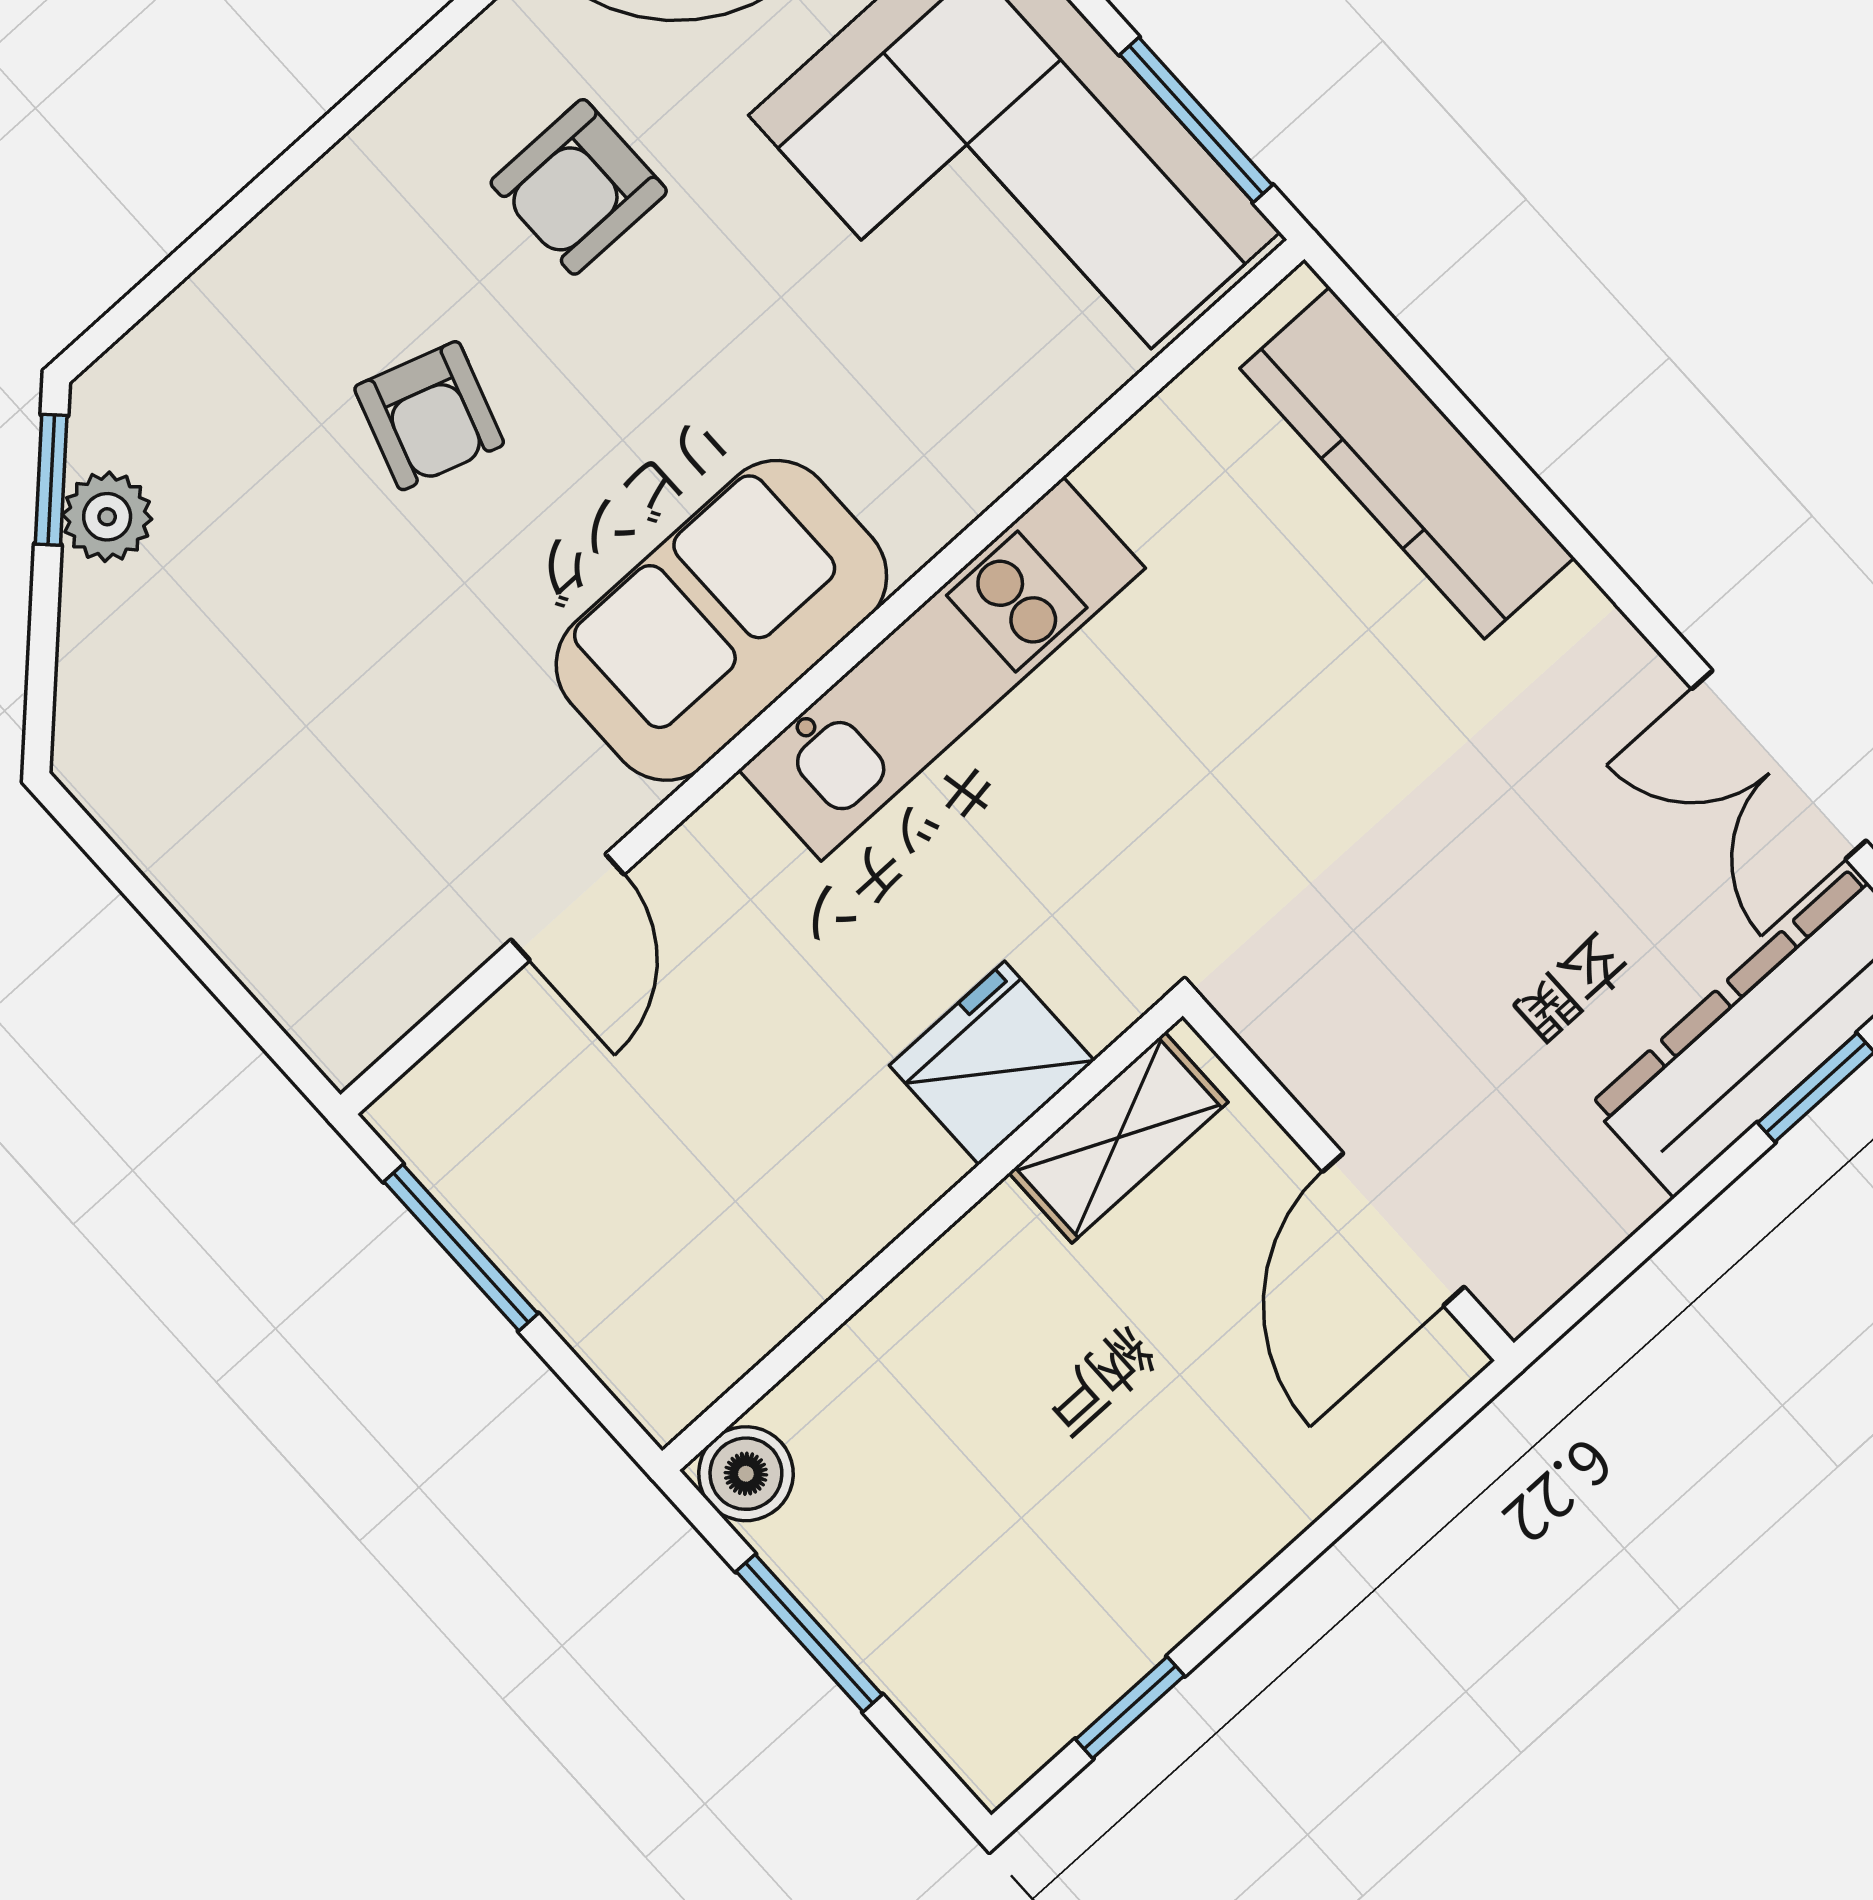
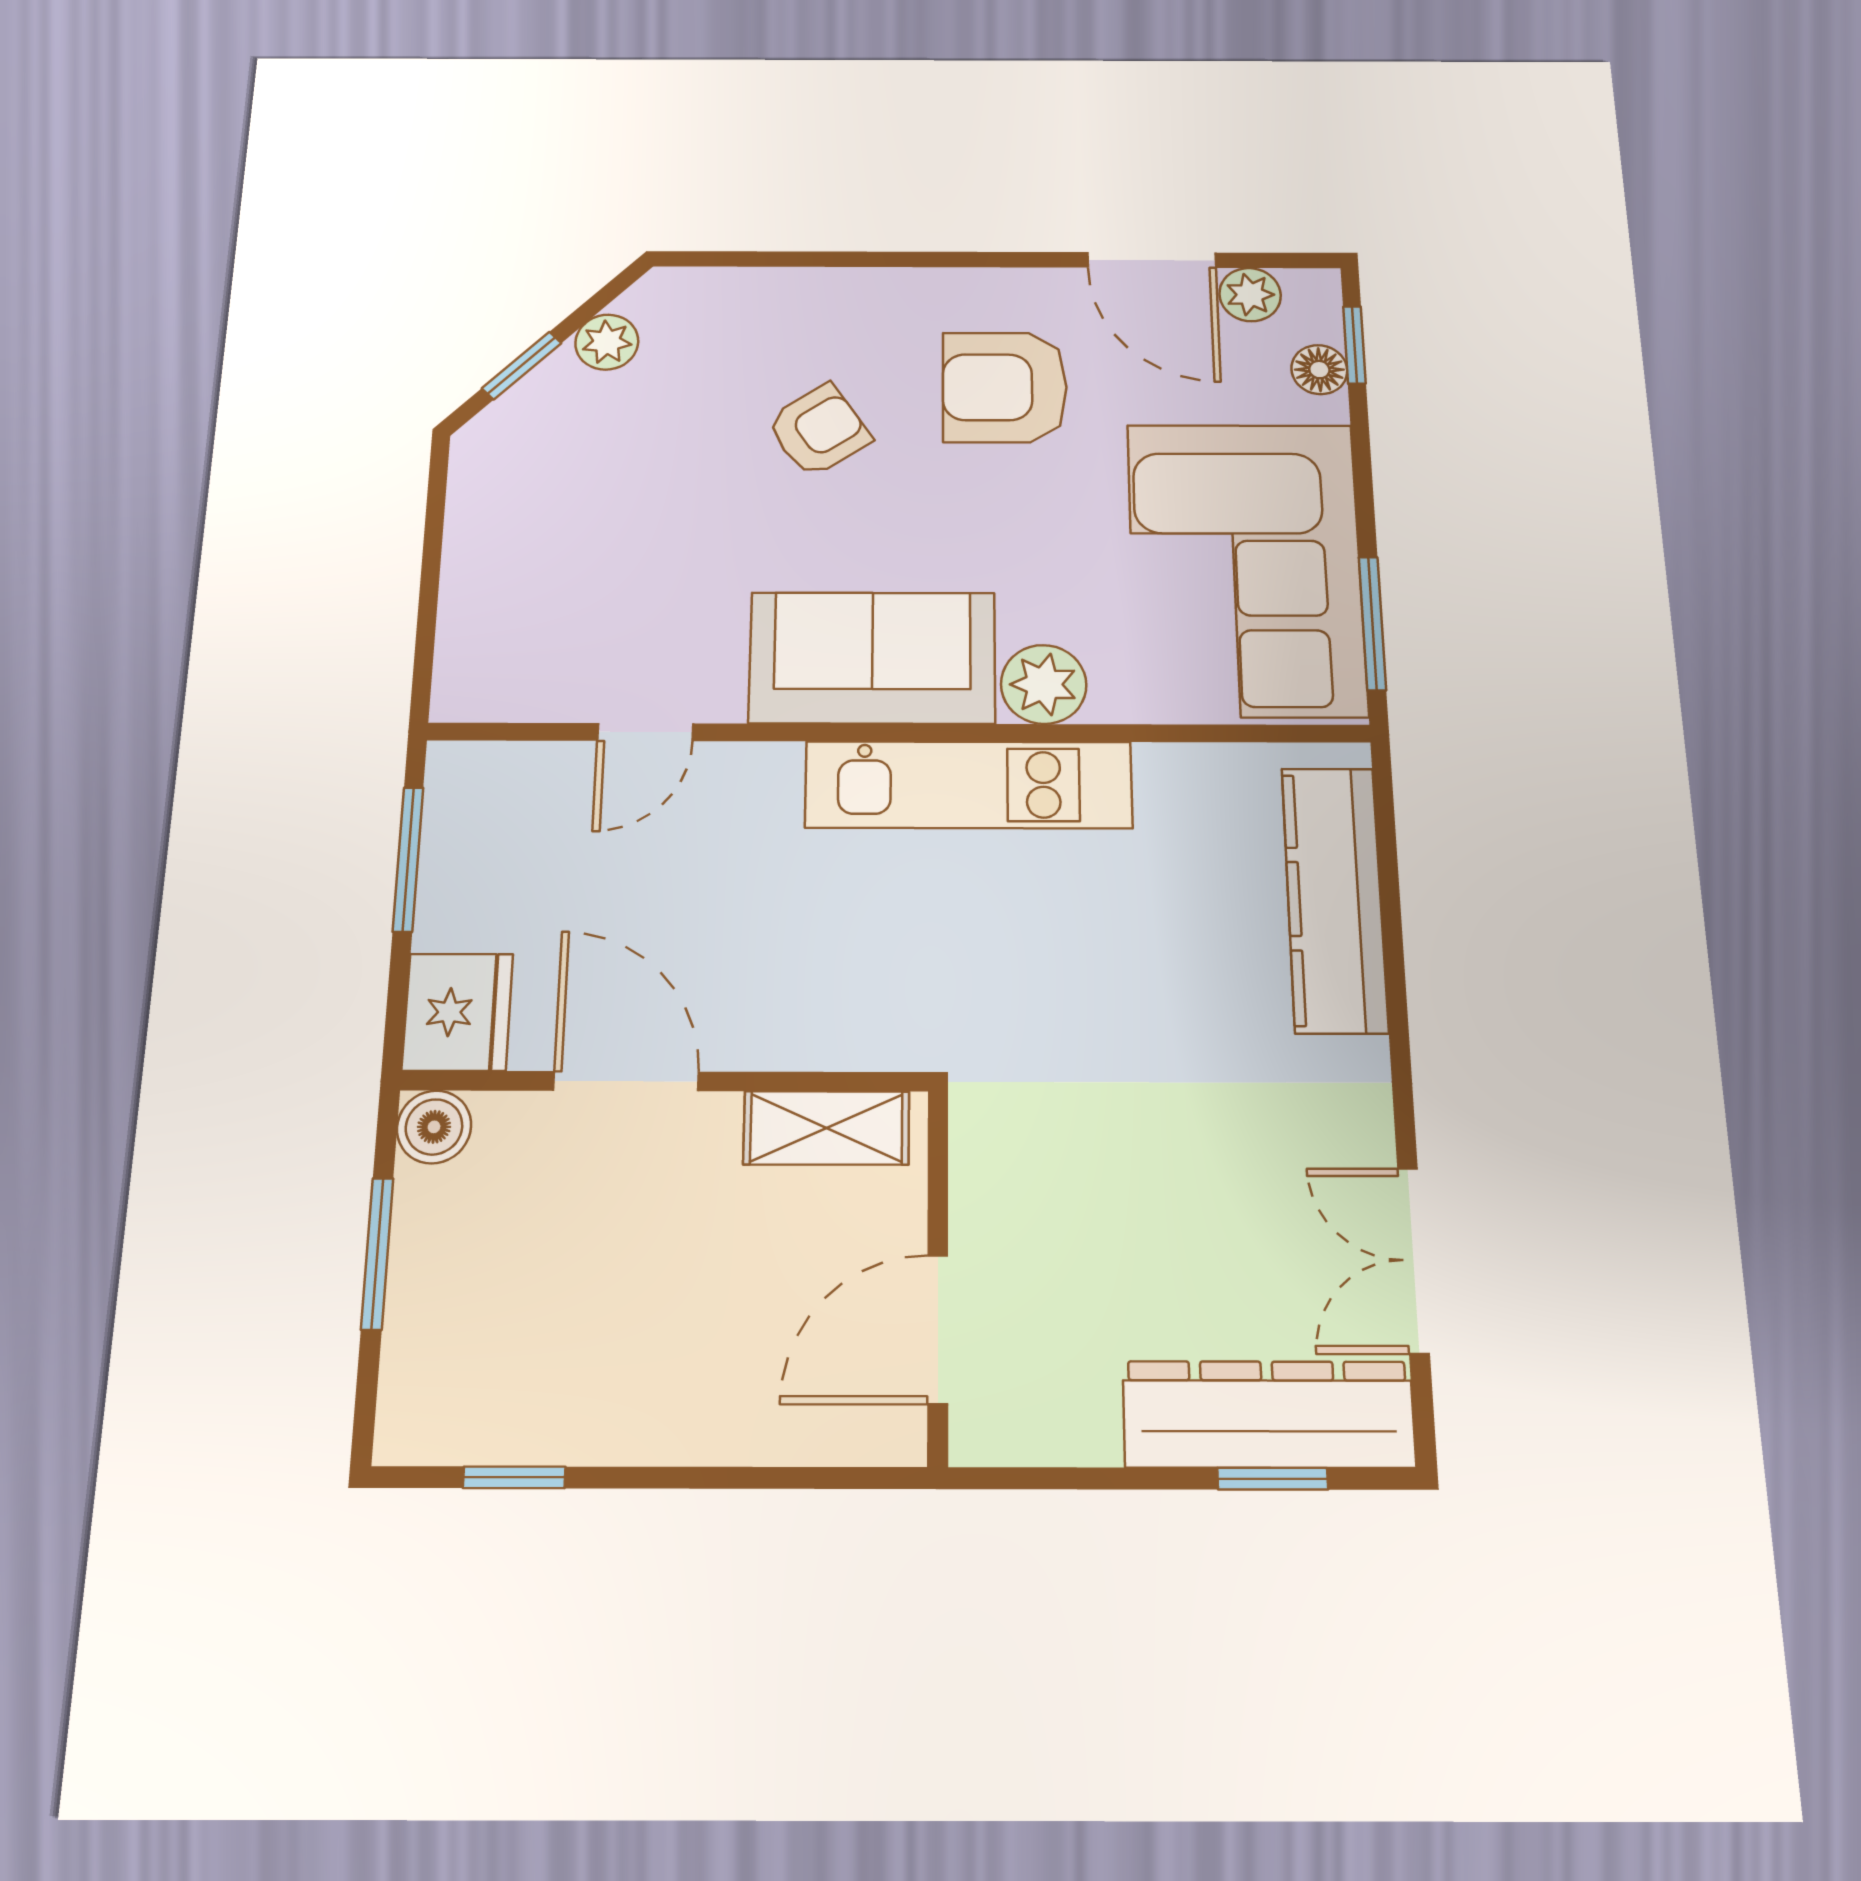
armchair: (579, 187) -> (1005, 387), width x1.38, depth x1.38
armchair: (429, 416) -> (819, 430), turned -142
window: (51, 480) -> (522, 366), moved
plant: (921, 492) -> (1044, 684), added
fridge: (992, 1063) -> (458, 1012), moved, turned 90
door: (886, 1266) -> (626, 1081), added

